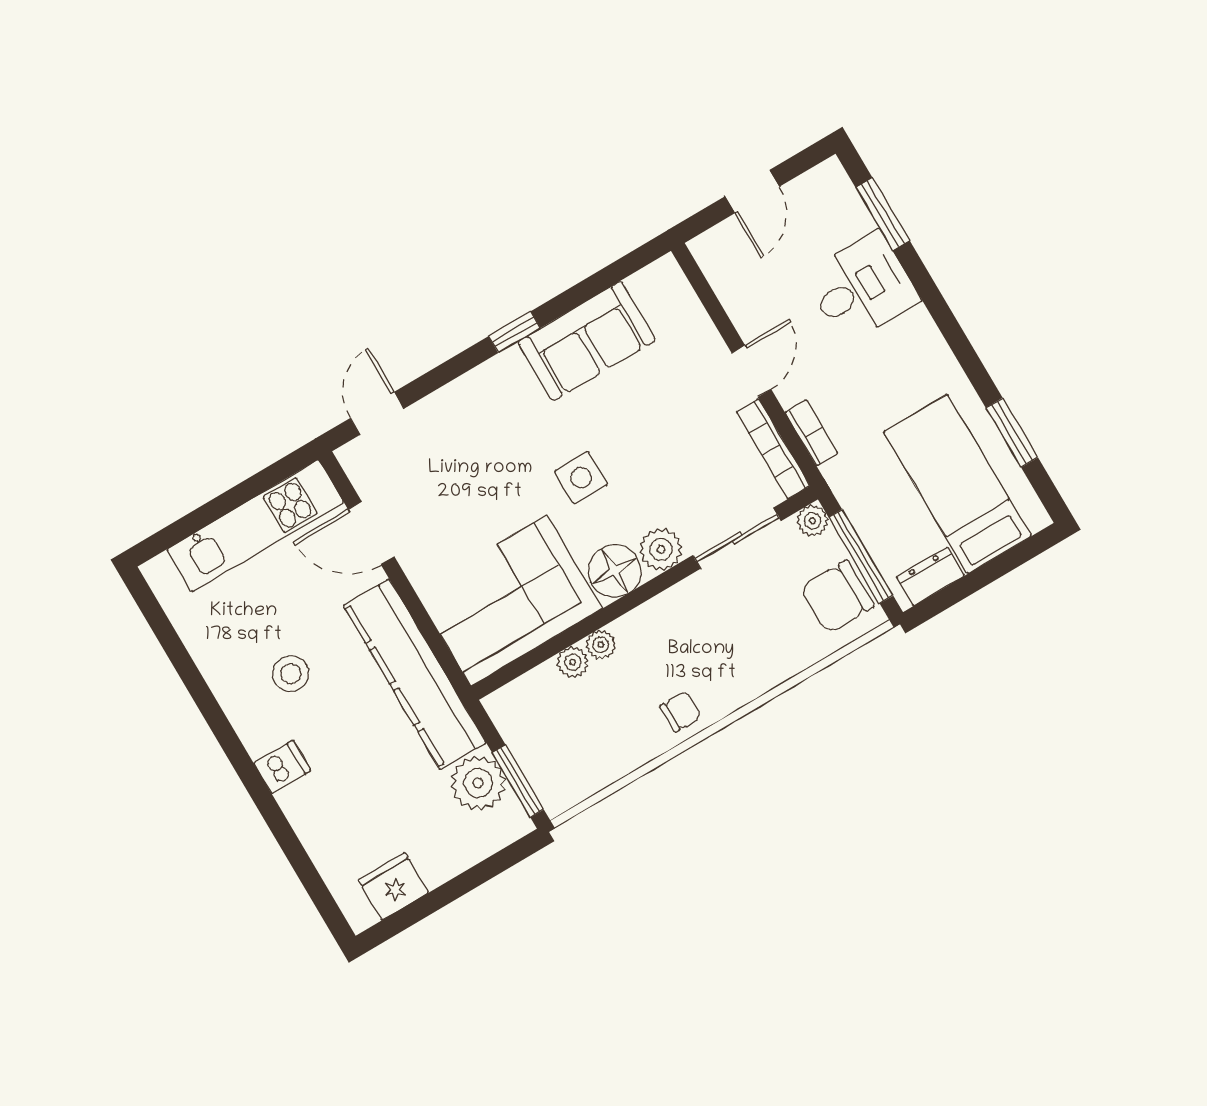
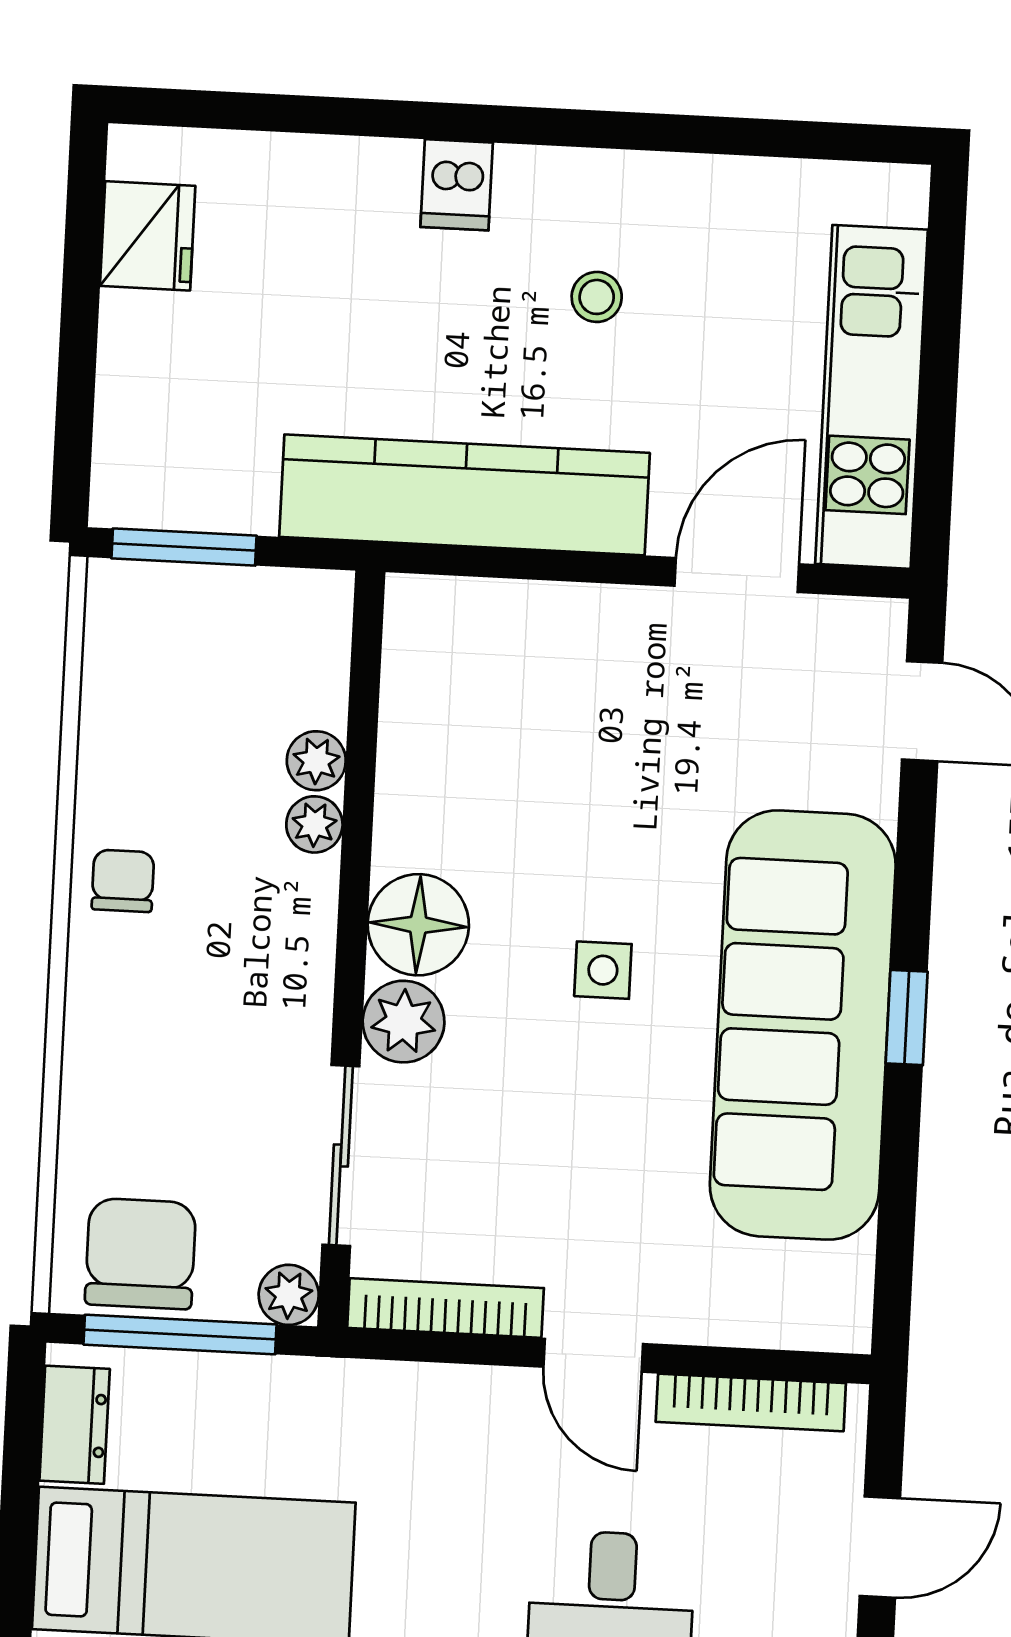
door: (752, 192) -> (880, 1547), swing flipped
sofa: (587, 341) -> (803, 1025), width x1.85, depth x1.27
bookcase: (811, 433) -> (751, 1402), moved, width x1.56
side table: (581, 478) -> (603, 970), width x0.73, depth x0.73
corner sofa: (509, 600) -> (483, 724), removed
stool: (291, 674) -> (597, 297), width x0.73, depth x0.73
chair: (680, 712) -> (123, 881), turned 180
plant: (478, 783) -> (223, 481), removed

